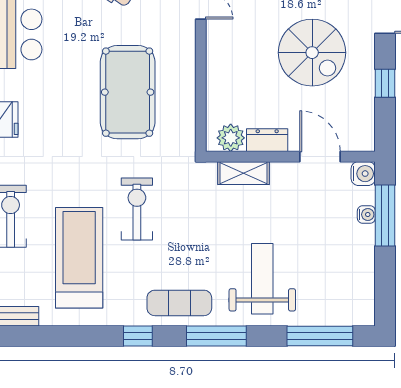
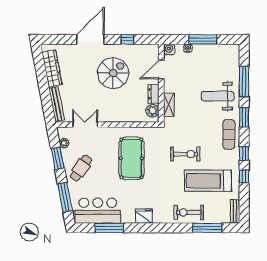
pool table: (128, 92) -> (131, 158), turned 90
exercise bike: (137, 209) -> (185, 154), turned 180
window: (385, 216) -> (203, 39), moved
window: (89, 336) -> (244, 176), added
window: (216, 336) -> (244, 117), width x0.69
window: (320, 336) -> (244, 82), moved

